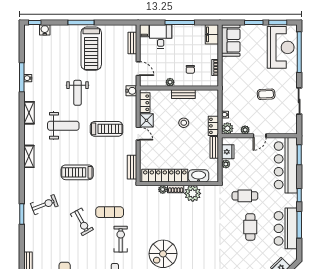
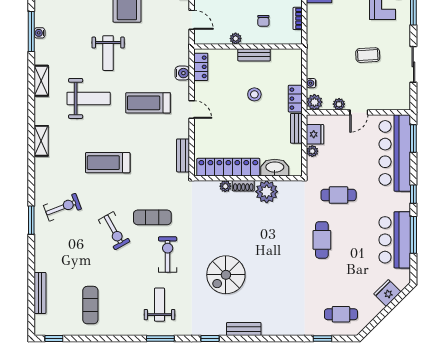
water cooler: (131, 91) -> (182, 73), moved
shower: (146, 120) -> (203, 91), removed
treadmill: (106, 129) -> (148, 103), turned 180
cafe table: (250, 227) -> (322, 240), moved

